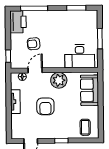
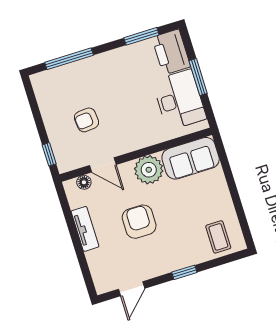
printer: (18, 22) -> (171, 52), moved, turned 180
desk: (80, 56) -> (179, 100), moved, turned -90
door: (35, 70) -> (103, 165), swing flipped
sofa: (90, 90) -> (191, 158), moved, turned -90
armchair: (45, 106) -> (139, 222), turned 180

